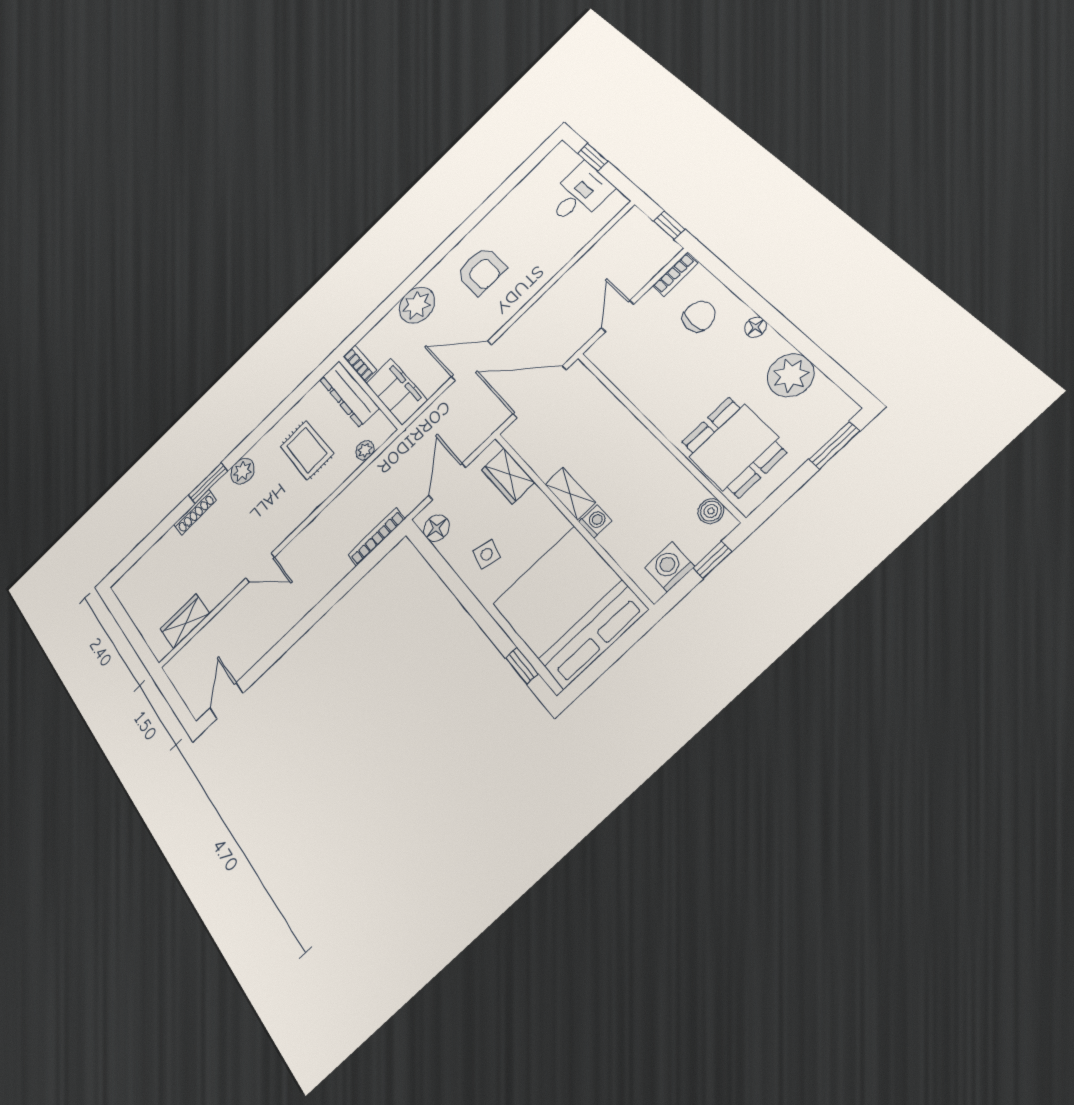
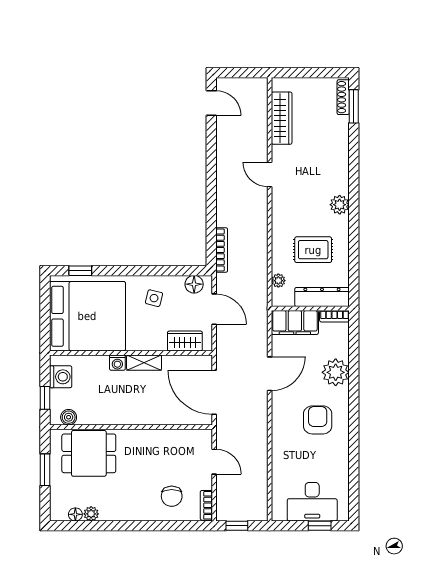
desk: (579, 194) -> (312, 502), width x1.37
armchair: (481, 271) -> (318, 420), turned 90
floor lamp: (755, 327) -> (75, 514), moved
plant: (791, 375) -> (91, 514), width x0.53, depth x0.53
door: (540, 392) -> (214, 392), swing flipped
window: (834, 445) -> (45, 470), moved
window: (208, 483) -> (354, 106), moved
shoe rack: (195, 512) -> (343, 97), moved
door: (260, 568) -> (270, 174), hinge flipped
wardrobe: (185, 621) -> (282, 118), width x1.50

